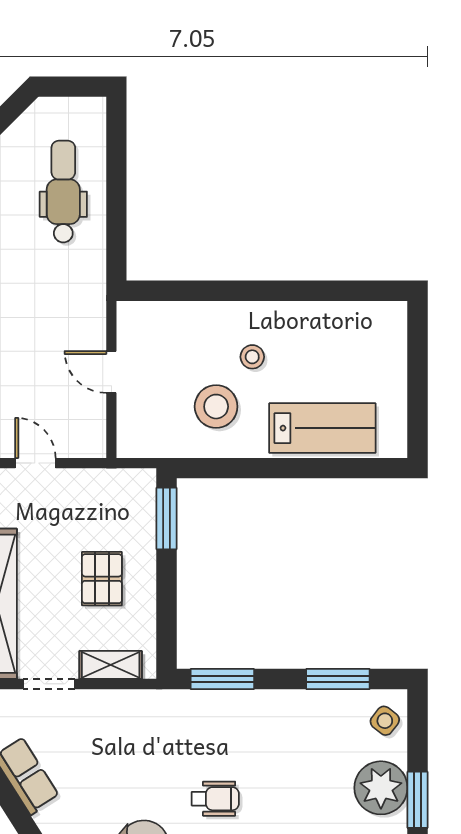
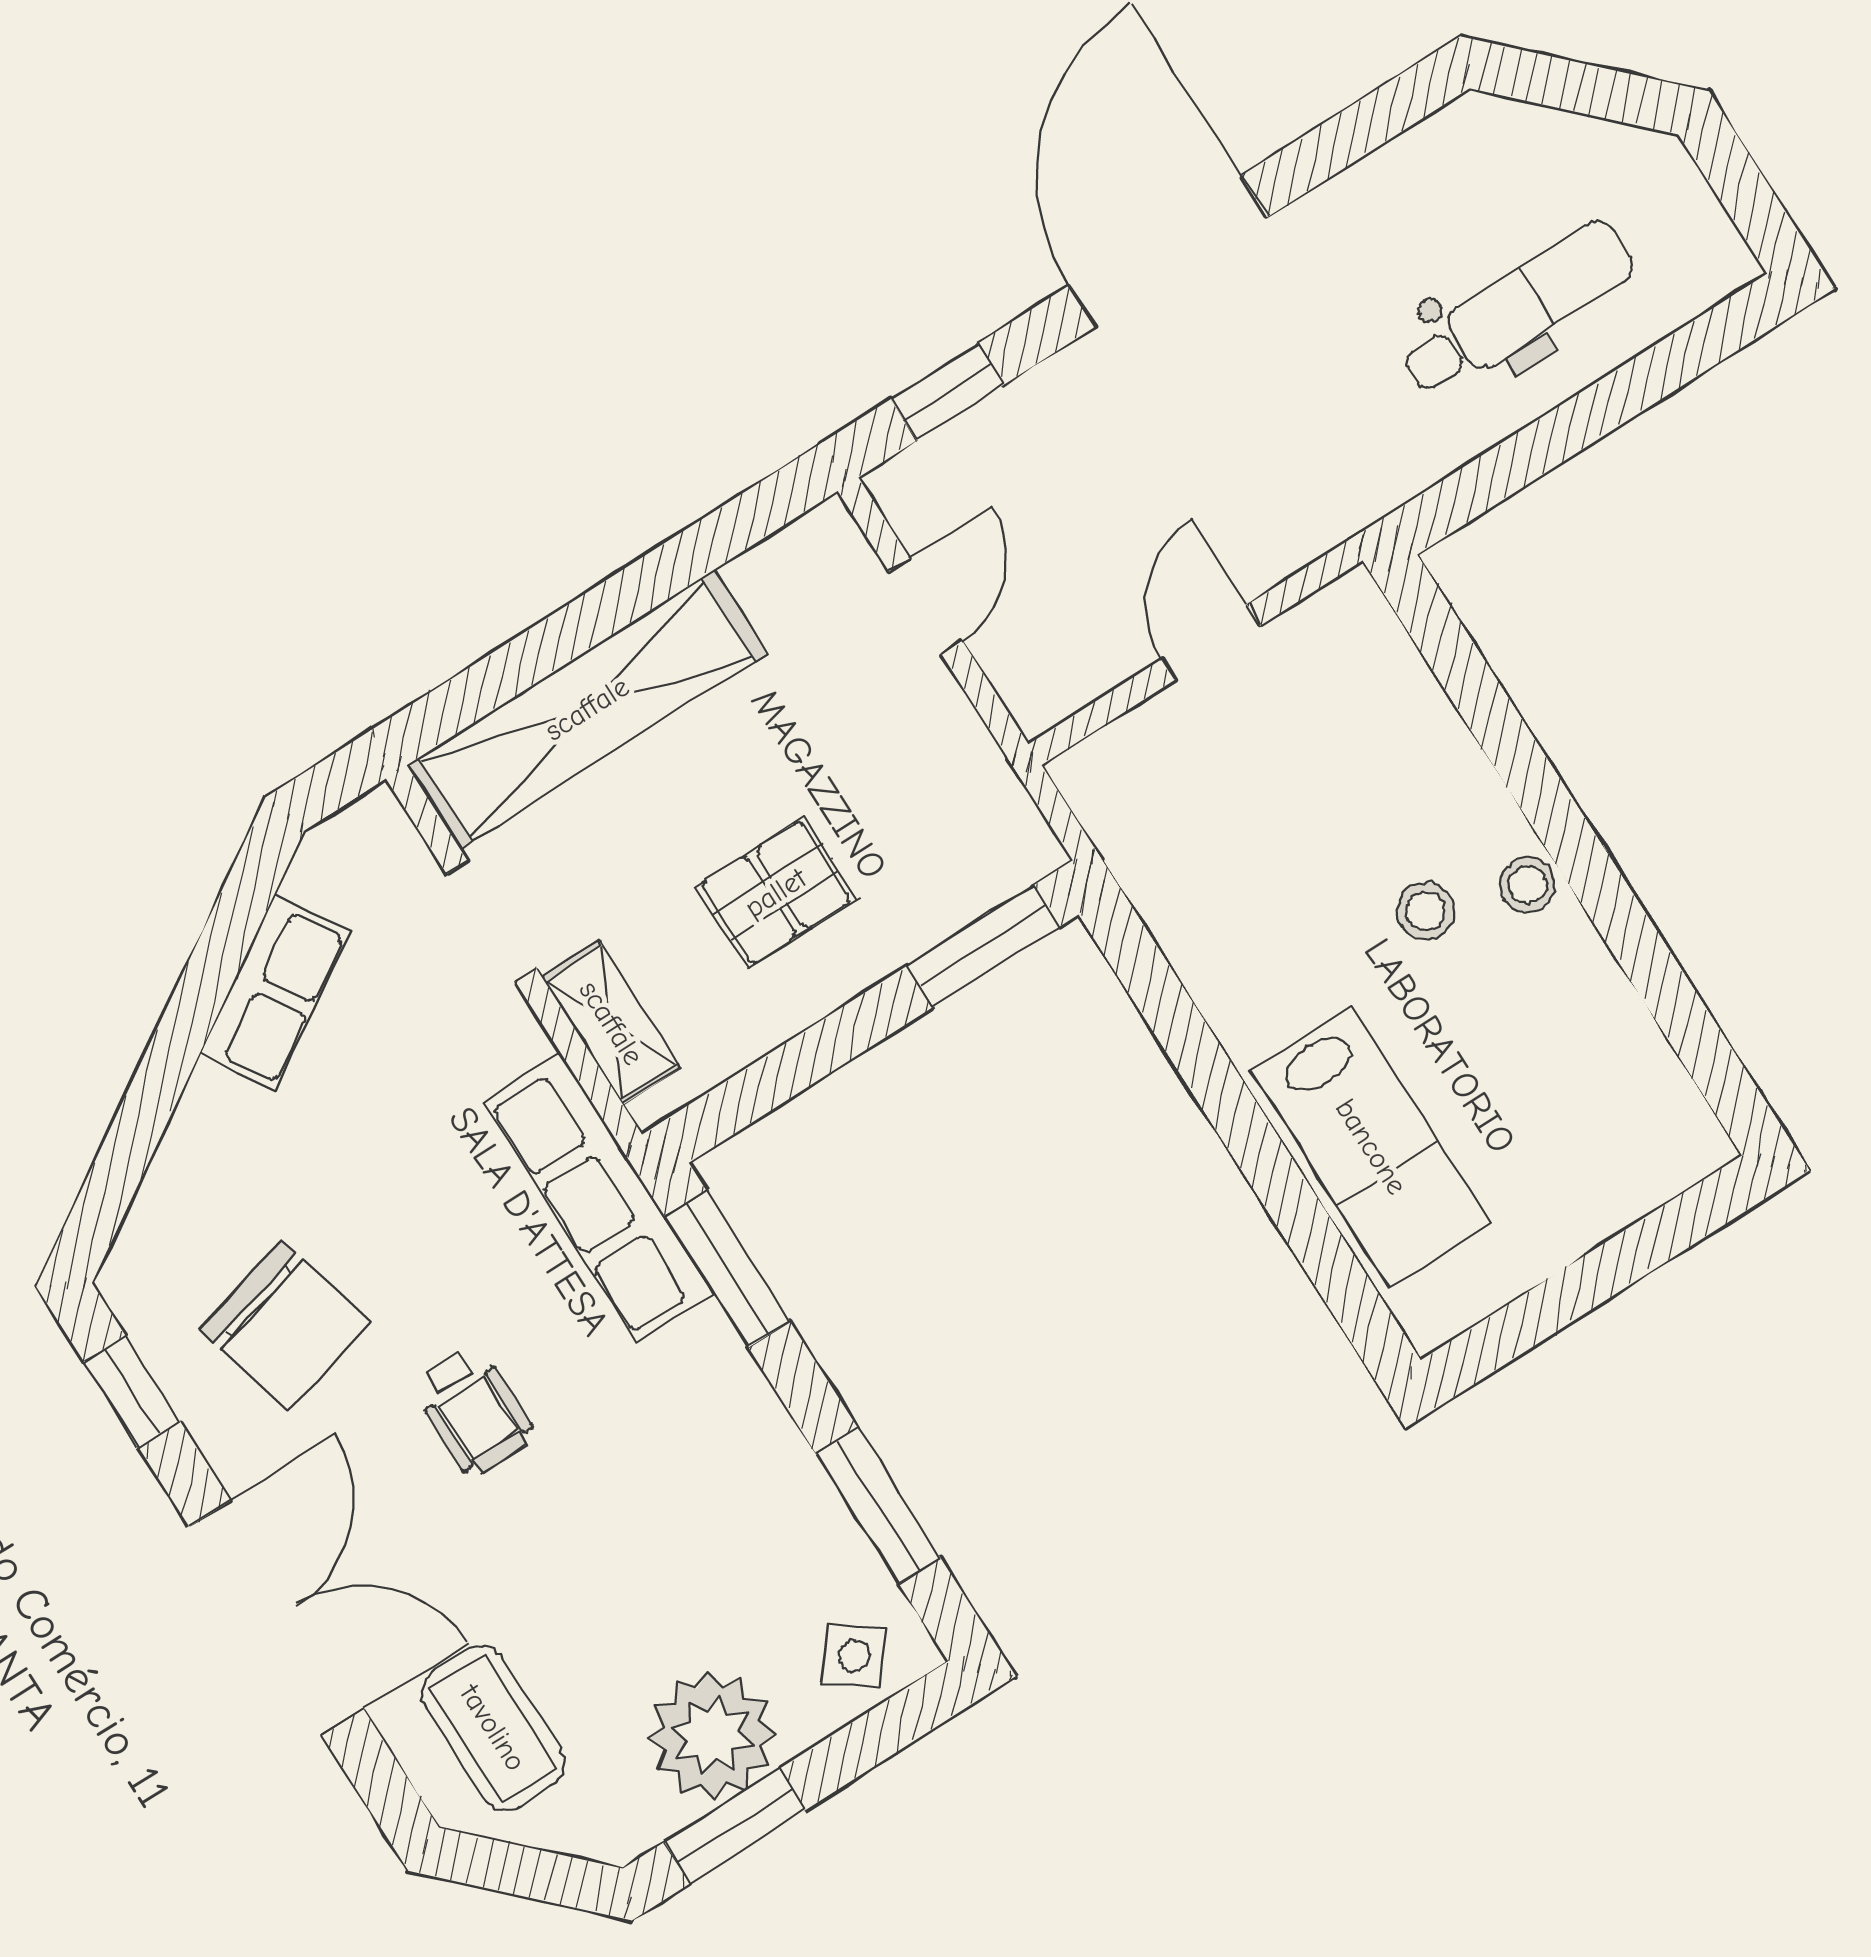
stool: (216, 407) -> (1527, 885), moved, width x0.53, depth x0.53
row of seats: (169, 708) -> (599, 1198), added

